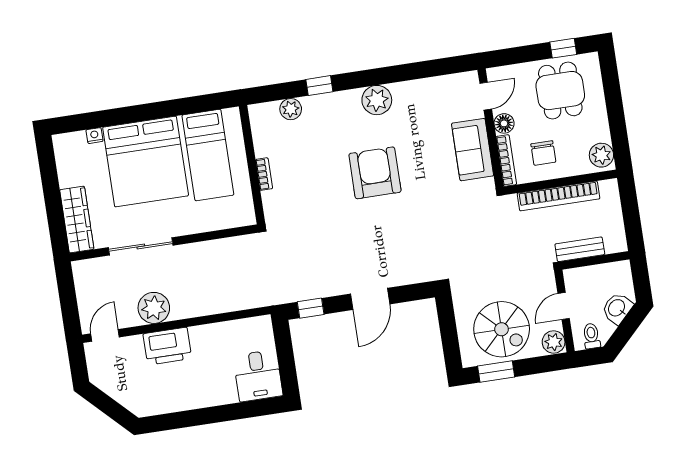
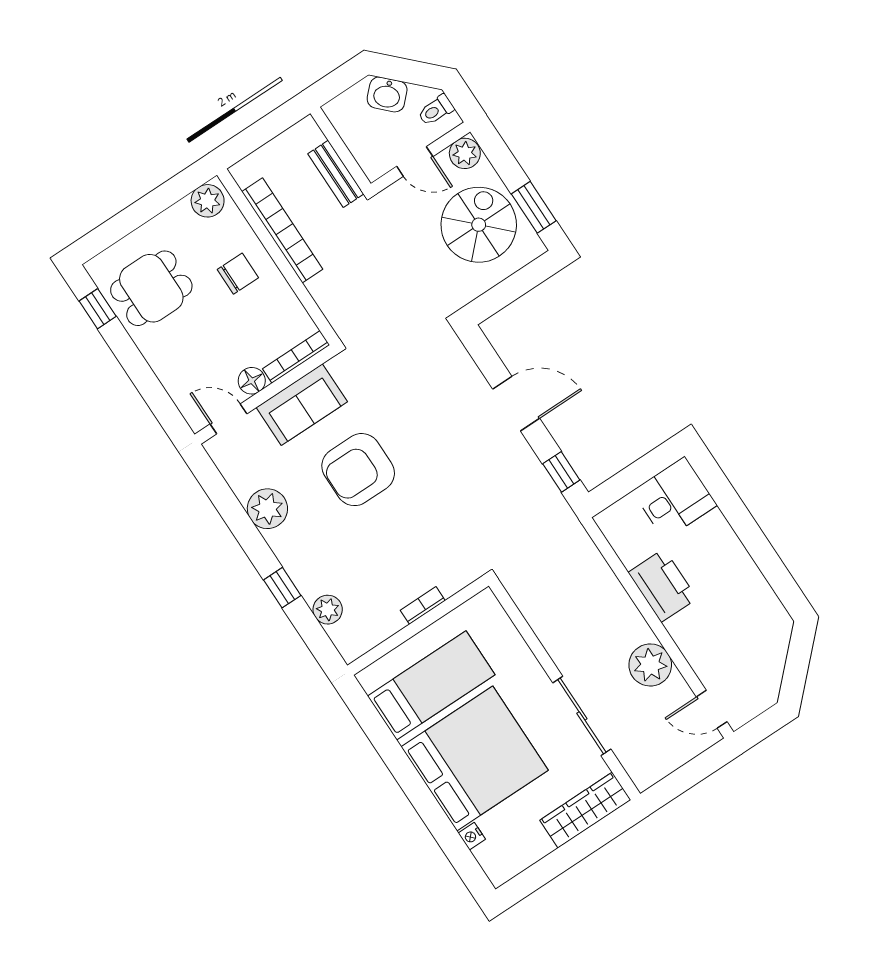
door: (486, 96) -> (229, 419), moved
floor lamp: (504, 123) -> (252, 381), moved
wall: (491, 128) -> (265, 395), moved
sofa: (473, 150) -> (302, 405), moved
bookcase: (506, 161) -> (296, 357), moved
printer: (167, 346) -> (663, 586), moved

